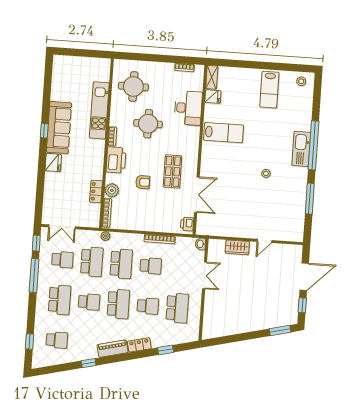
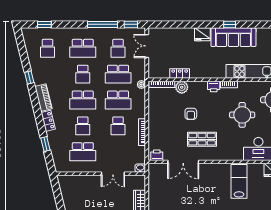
lab bench: (224, 133) -> (239, 181), turned 180
printer: (116, 160) -> (214, 86), width x0.53, depth x0.68

